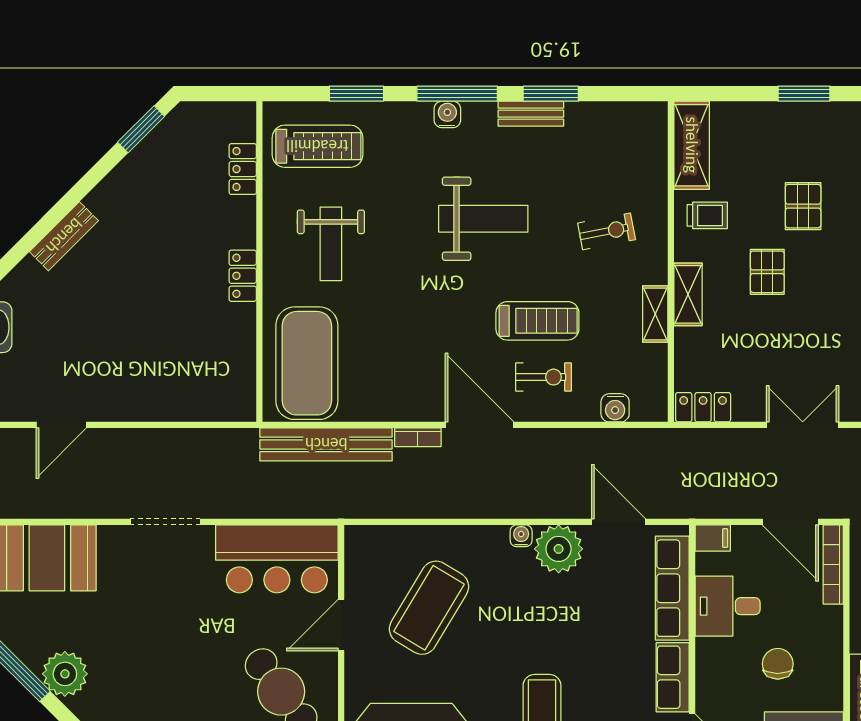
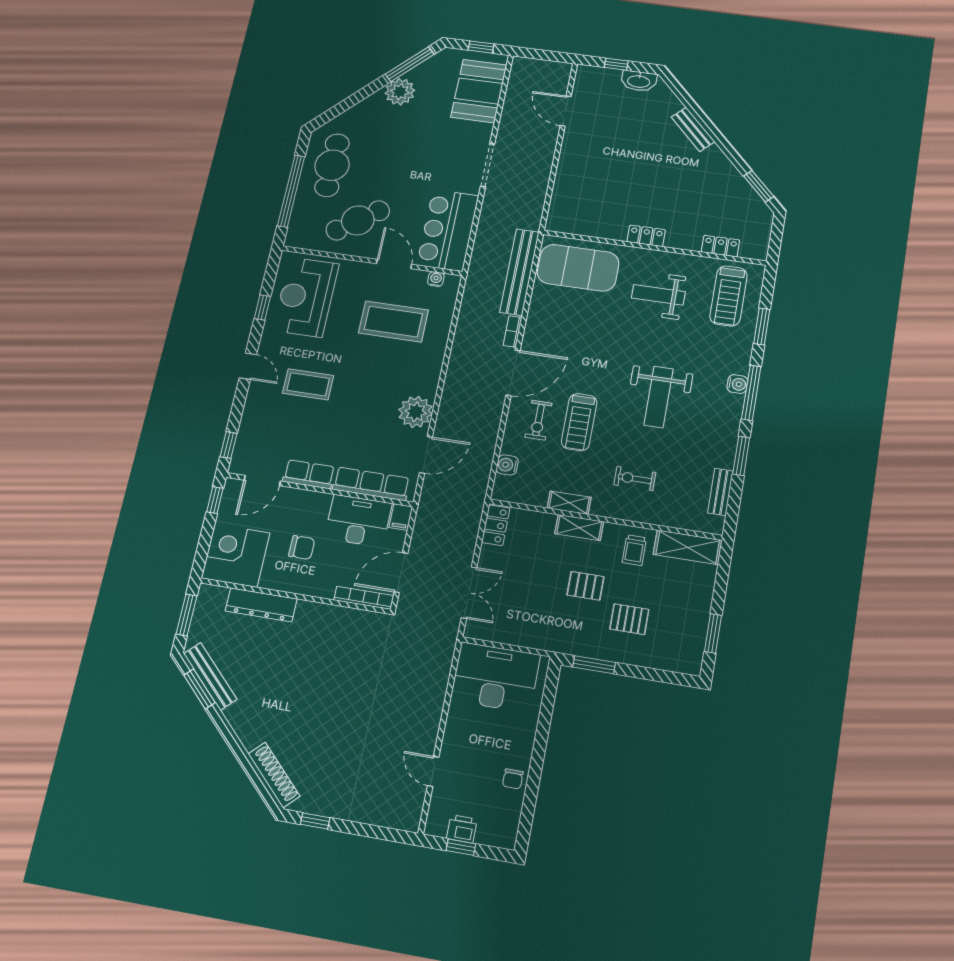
bench: (531, 114) -> (720, 492), moved
exercise bike: (607, 231) -> (635, 479), turned 101
water cooler: (521, 536) -> (436, 279), moved, turned -90
desk: (728, 606) -> (358, 521), width x1.37
coffee table: (429, 608) -> (393, 321), turned -31

